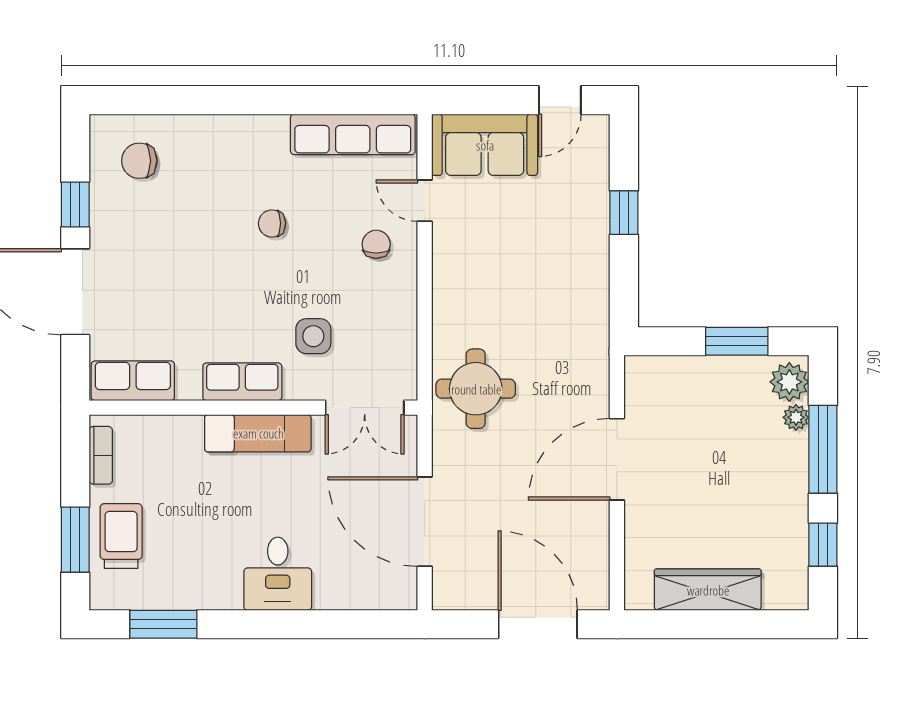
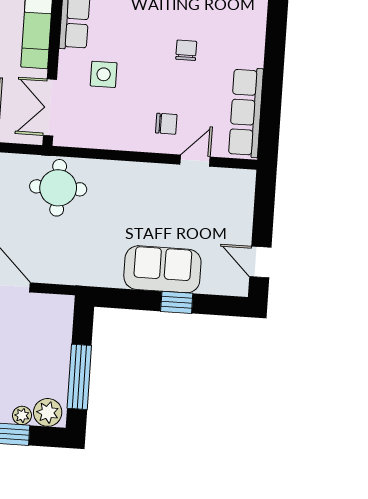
sofa: (485, 145) -> (162, 269), moved, turned 90
window: (737, 341) -> (79, 377), width x1.44

